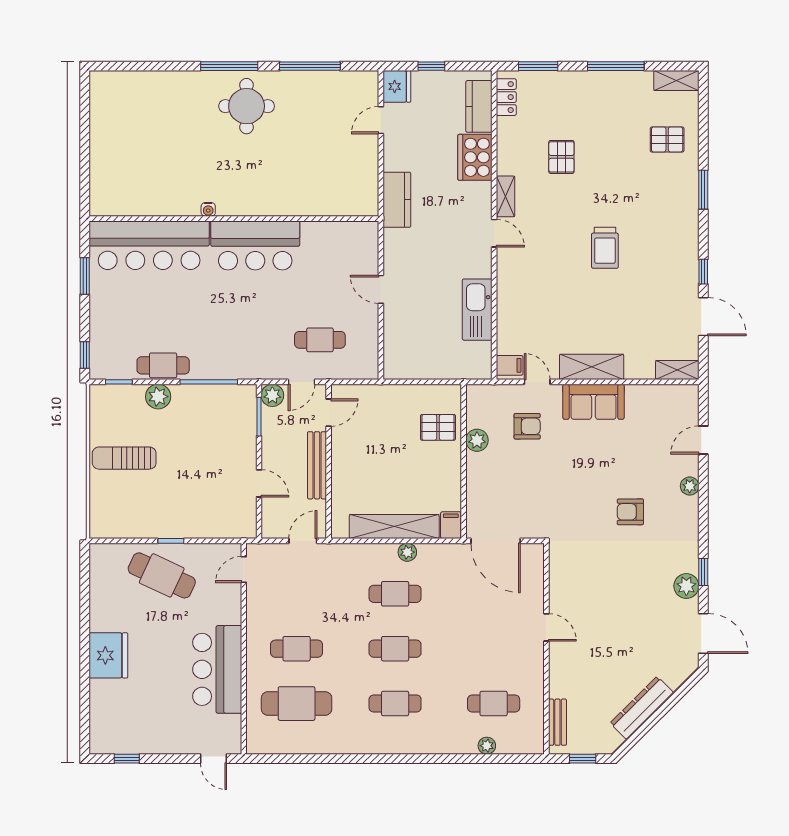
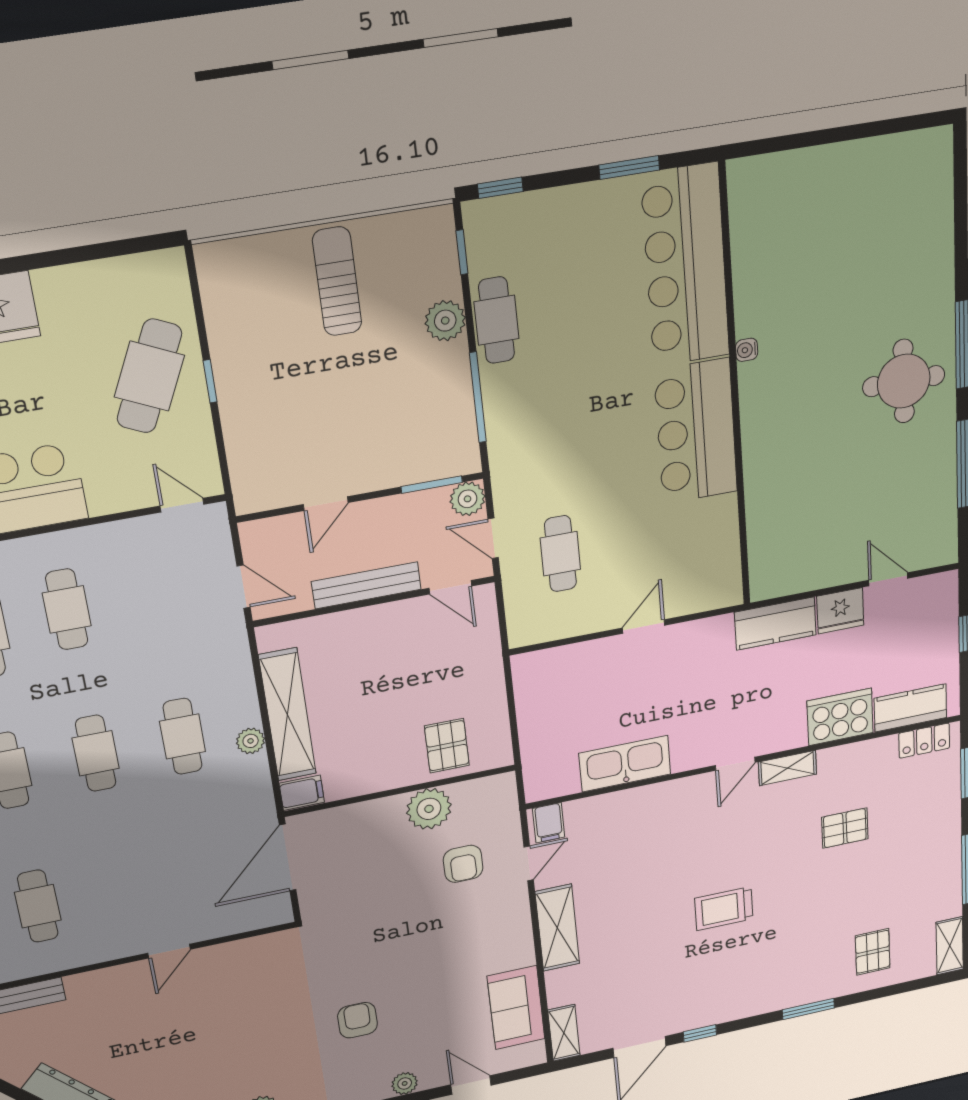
fridge: (397, 86) -> (840, 611), moved
sofa: (593, 402) -> (516, 1008), moved
plant: (477, 440) -> (429, 809), width x1.36, depth x1.36

